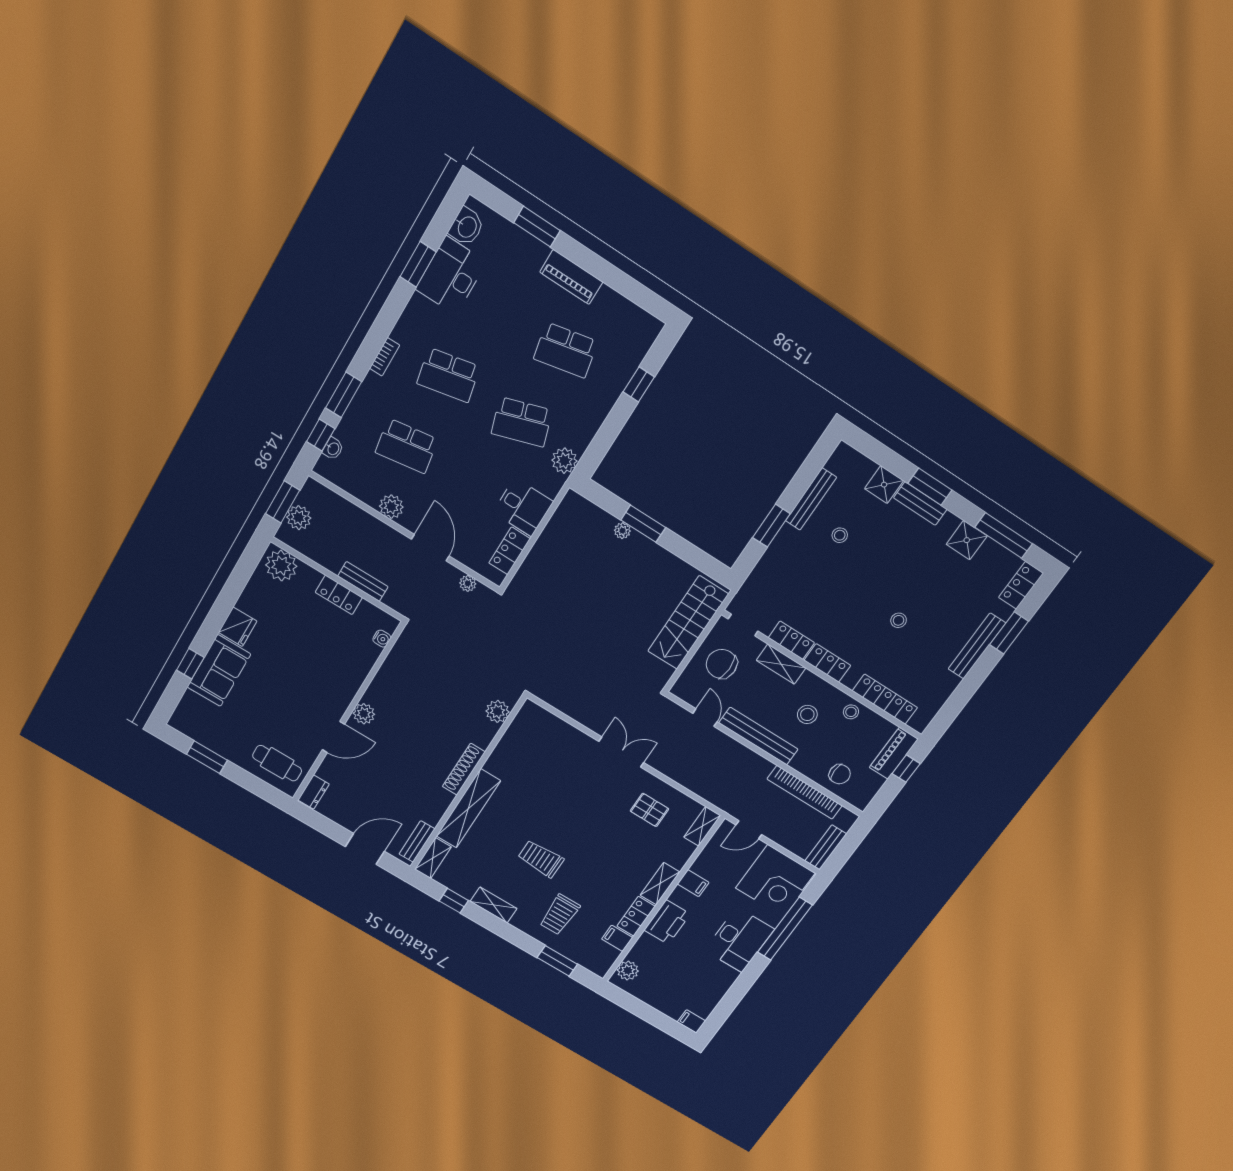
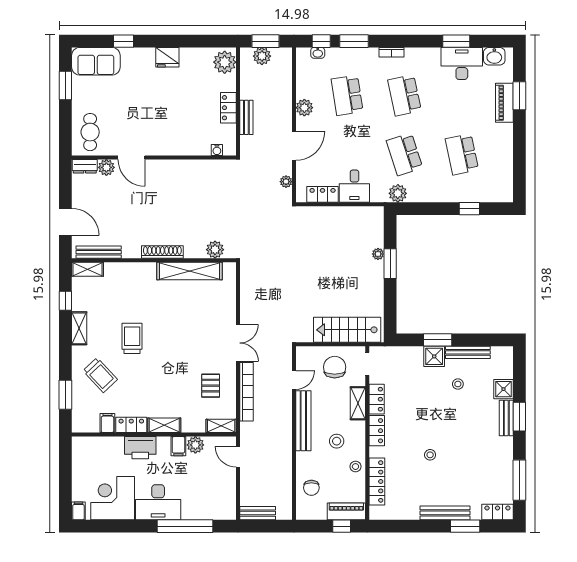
piano: (571, 277) -> (504, 103), moved
shower: (967, 540) -> (434, 356), moved
sofa: (219, 671) -> (96, 61), moved
plant: (364, 714) -> (106, 167), moved
bookcase: (805, 792) -> (246, 392), moved, turned 180
shelving: (468, 808) -> (189, 271), moved
bench: (417, 841) -> (99, 252), width x1.36
corner desk: (775, 881) -> (113, 498), moved, turned 90
trolley: (560, 915) -> (100, 375), turned -133
plant: (628, 971) -> (195, 445), moved

